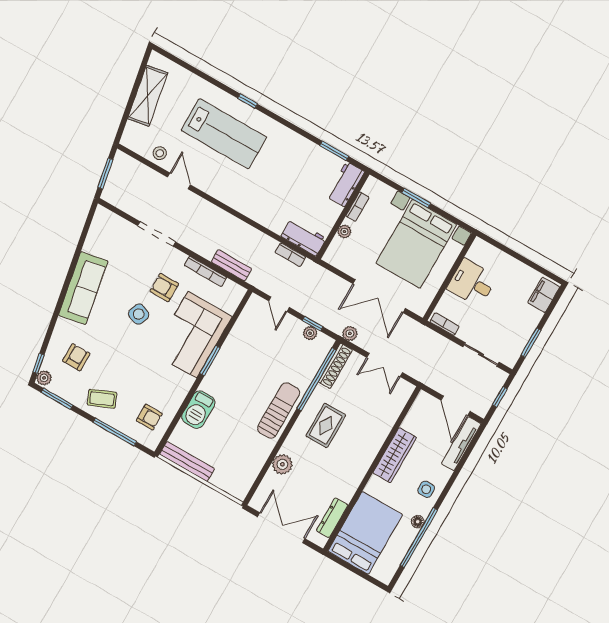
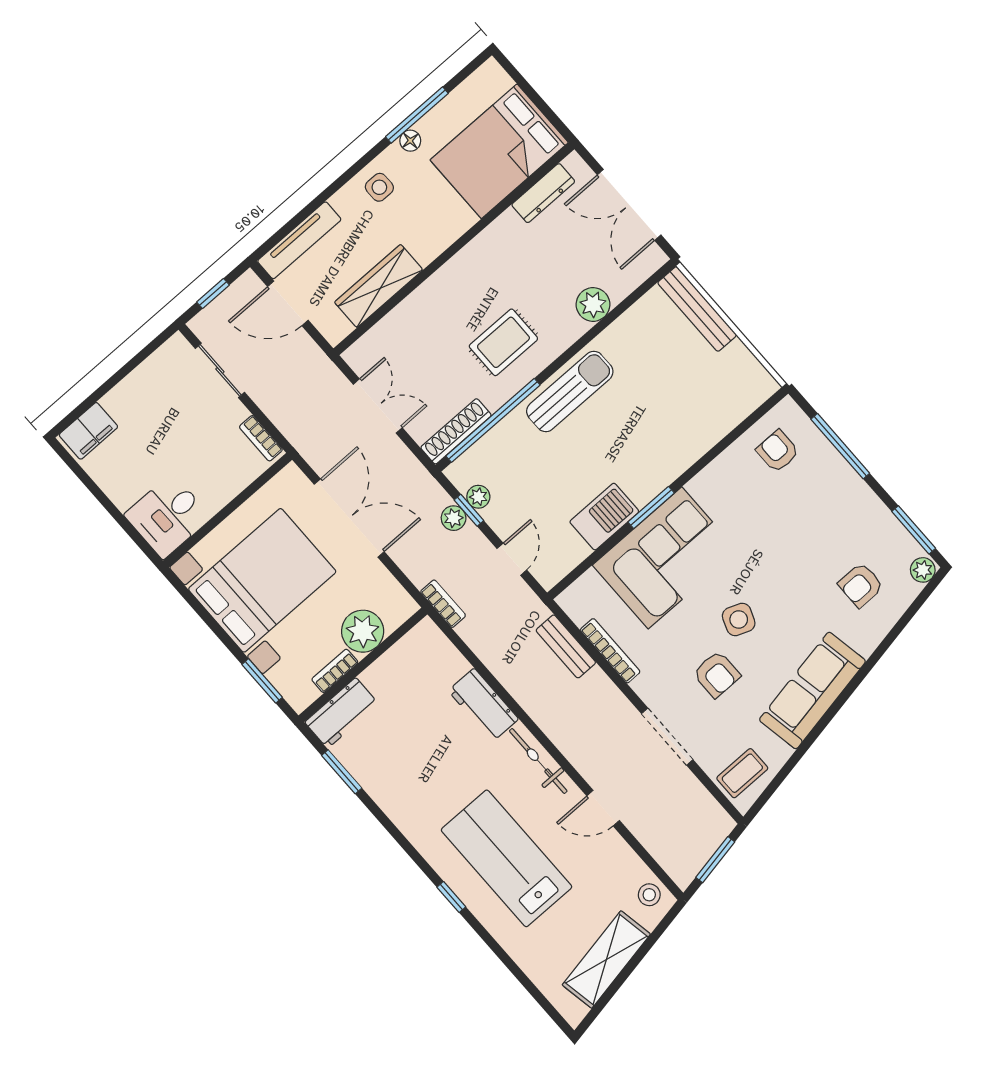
stool: (160, 153) -> (649, 895), moved
door: (179, 181) -> (603, 808), hinge flipped
bicycle: (225, 195) -> (538, 761), added
window: (416, 198) -> (262, 681), moved
plant: (344, 232) -> (363, 631), width x1.88, depth x1.88
workbench: (304, 237) -> (483, 705), moved
bookcase: (290, 255) -> (443, 604), moved
desk: (472, 283) -> (168, 516), moved, turned 90
armchair: (164, 288) -> (717, 674), moved
plant: (350, 333) -> (454, 518), moved
window: (531, 343) -> (135, 362), removed
window: (39, 363) -> (924, 596), removed
coffee table: (102, 399) -> (742, 773), moved, turned -67
door: (455, 406) -> (288, 303), swing flipped
barbecue: (198, 410) -> (604, 517), moved
sun lounger: (279, 410) -> (570, 392), turned 180
wardrobe: (395, 455) -> (379, 286), moved
bench: (187, 461) -> (697, 309), moved
window: (419, 538) -> (417, 115), width x0.68

